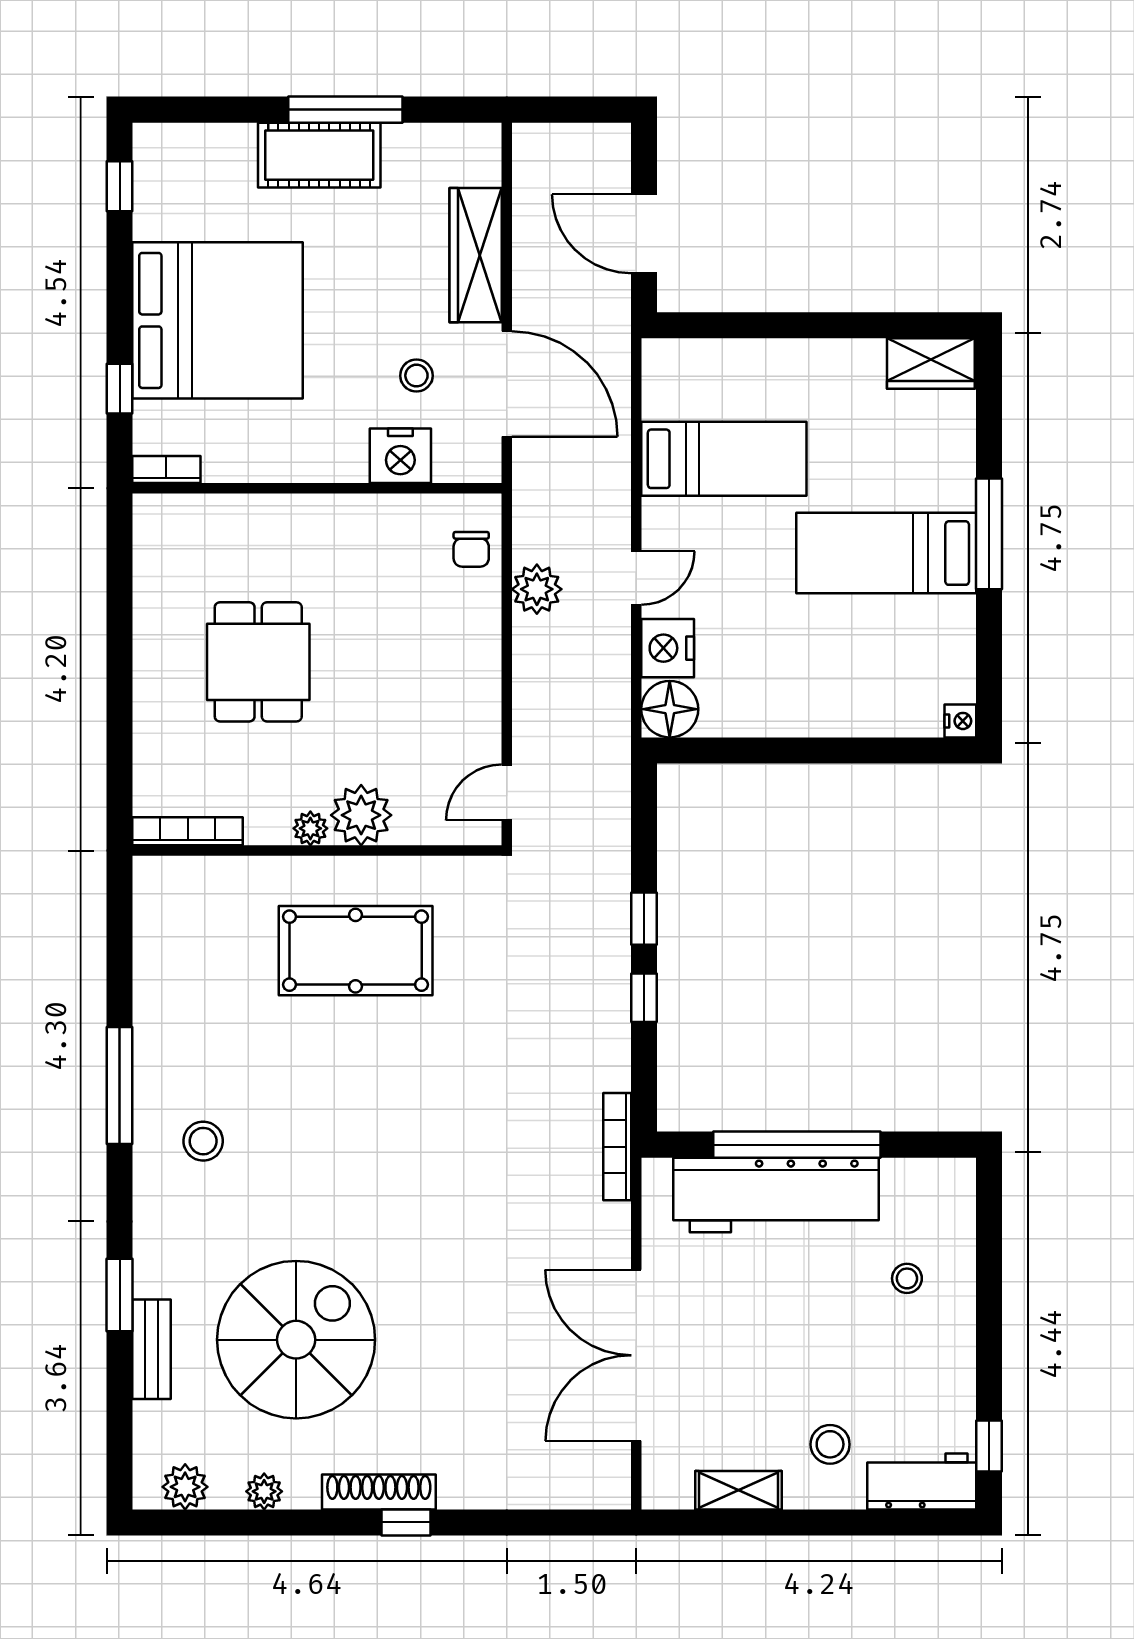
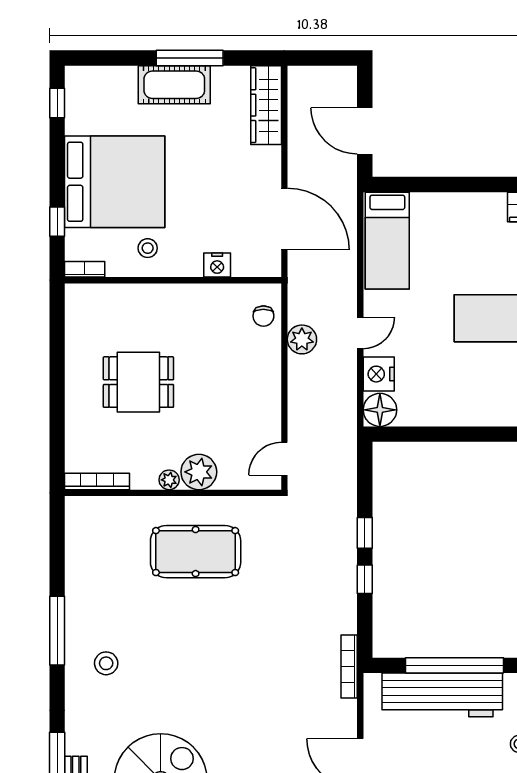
wardrobe: (476, 255) -> (266, 105), moved
stool: (416, 376) -> (148, 248), moved
nightstand: (400, 456) -> (217, 265), width x0.74, depth x0.75
bed: (724, 459) -> (387, 241), moved, turned 90
dining table: (258, 662) -> (138, 382), turned 90

